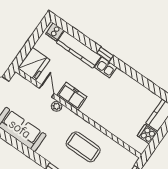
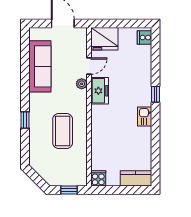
kitchen counter: (79, 49) -> (144, 69), removed
kitchen sink: (106, 67) -> (145, 116), moved
cooker: (147, 134) -> (98, 178), moved

